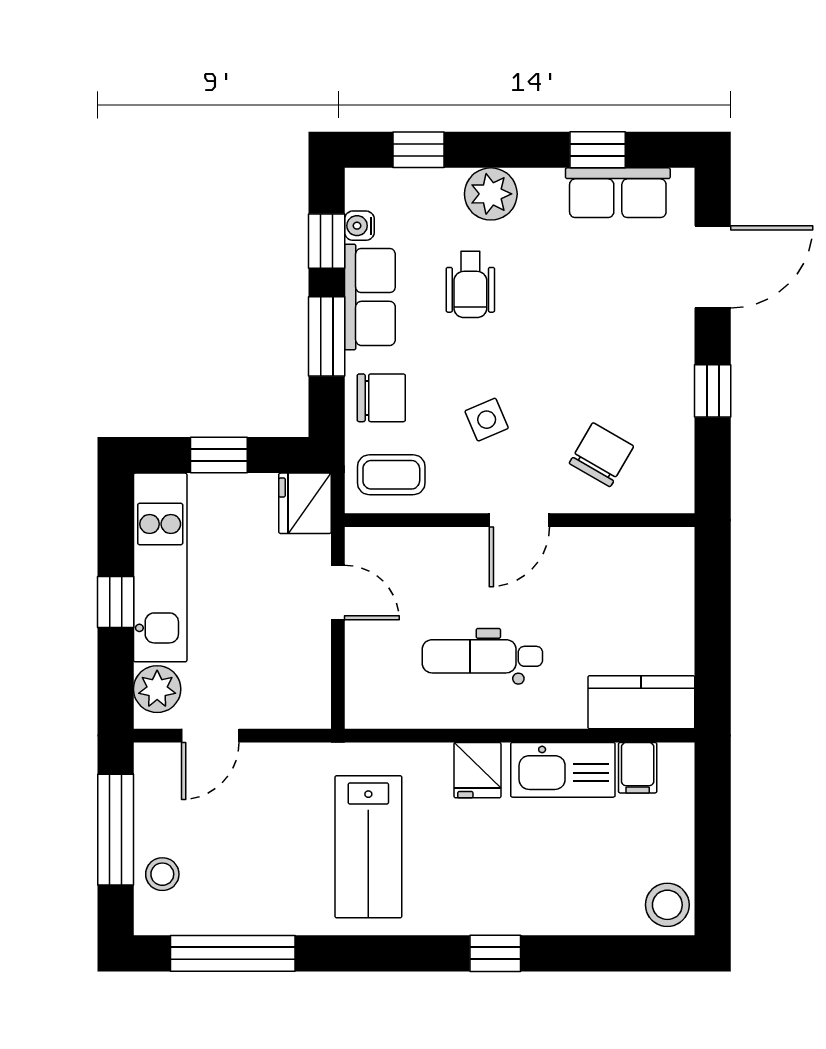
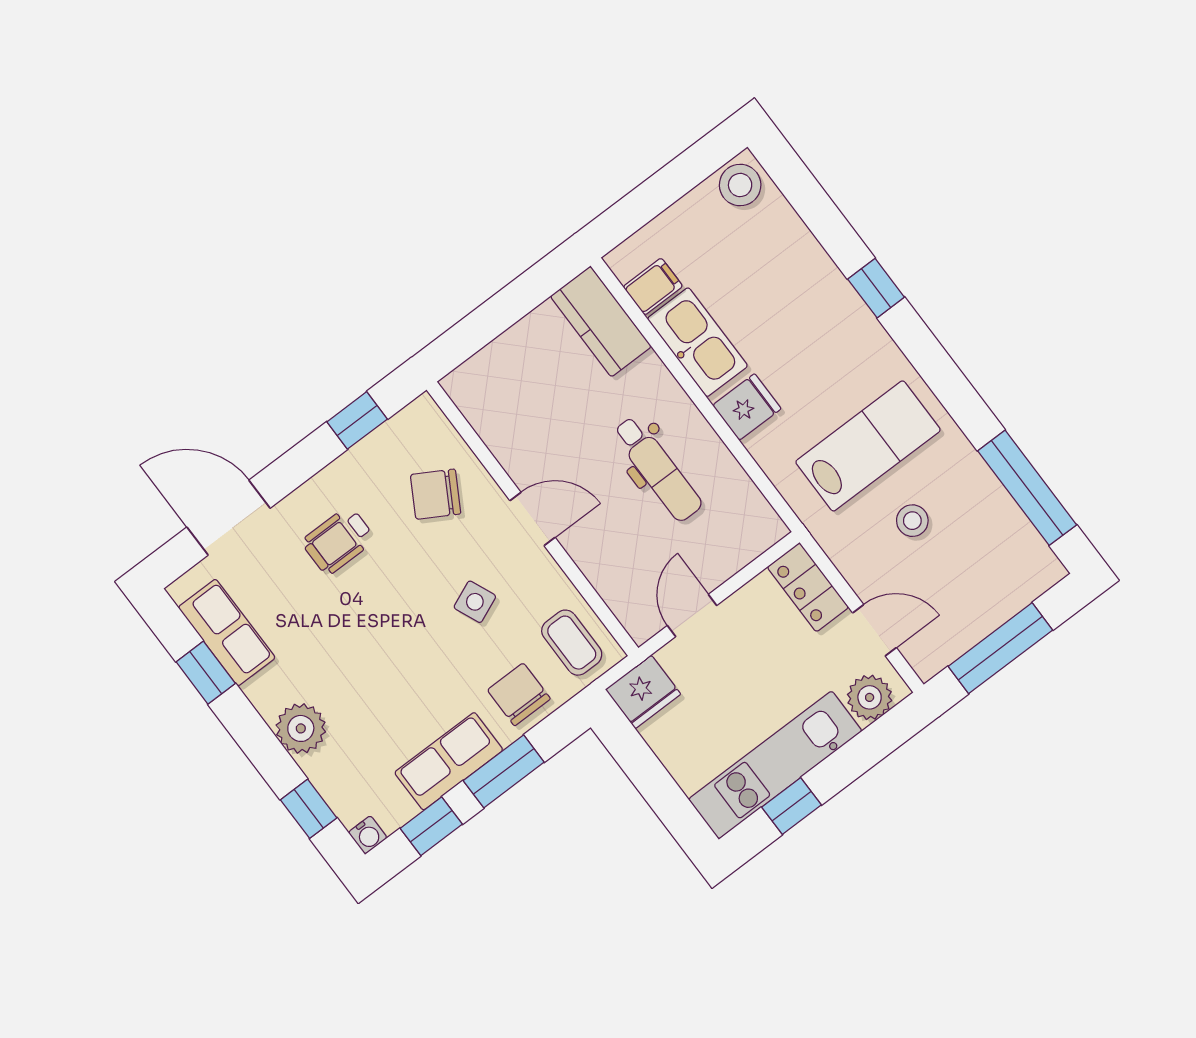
water cooler: (359, 226) -> (368, 835), moved
wheelchair: (470, 284) -> (338, 541), moved, turned 180
window: (713, 391) -> (357, 420), moved
window: (219, 455) -> (656, 785), removed
window: (116, 602) -> (792, 806), moved
locker: (288, 707) -> (808, 587), added
stool: (162, 874) -> (912, 521), moved

